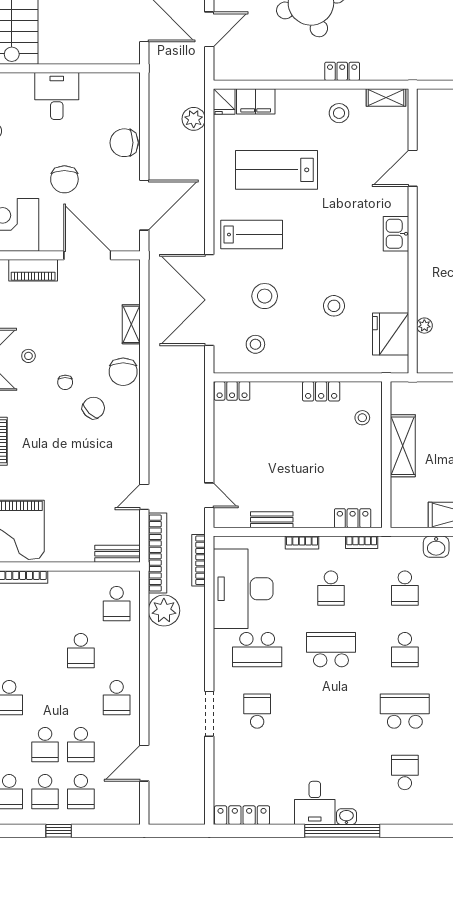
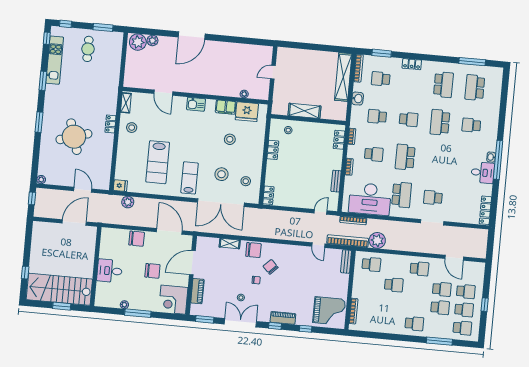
filing cabinet: (256, 101) -> (226, 107), moved, turned 90
chair: (124, 143) -> (137, 239), turned -90
school desk: (405, 588) -> (377, 116), turned 180

